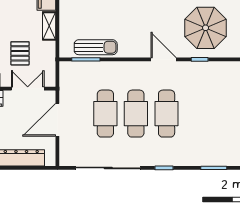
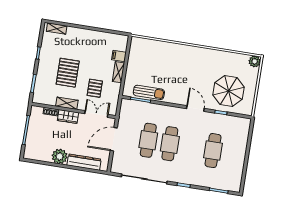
cafe table: (167, 114) -> (213, 151), moved

